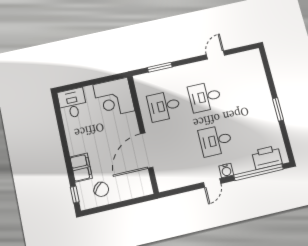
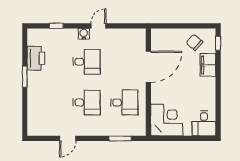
printer: (267, 157) -> (36, 58), moved, turned -90
window: (259, 172) -> (56, 26), width x0.32

